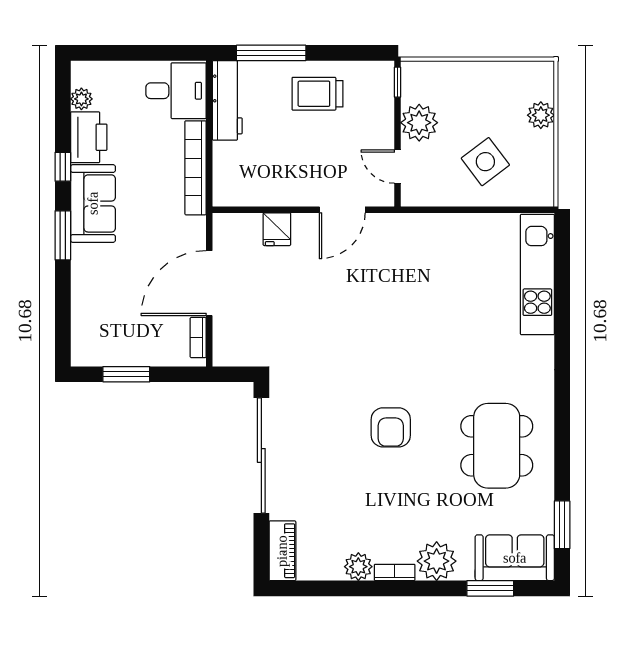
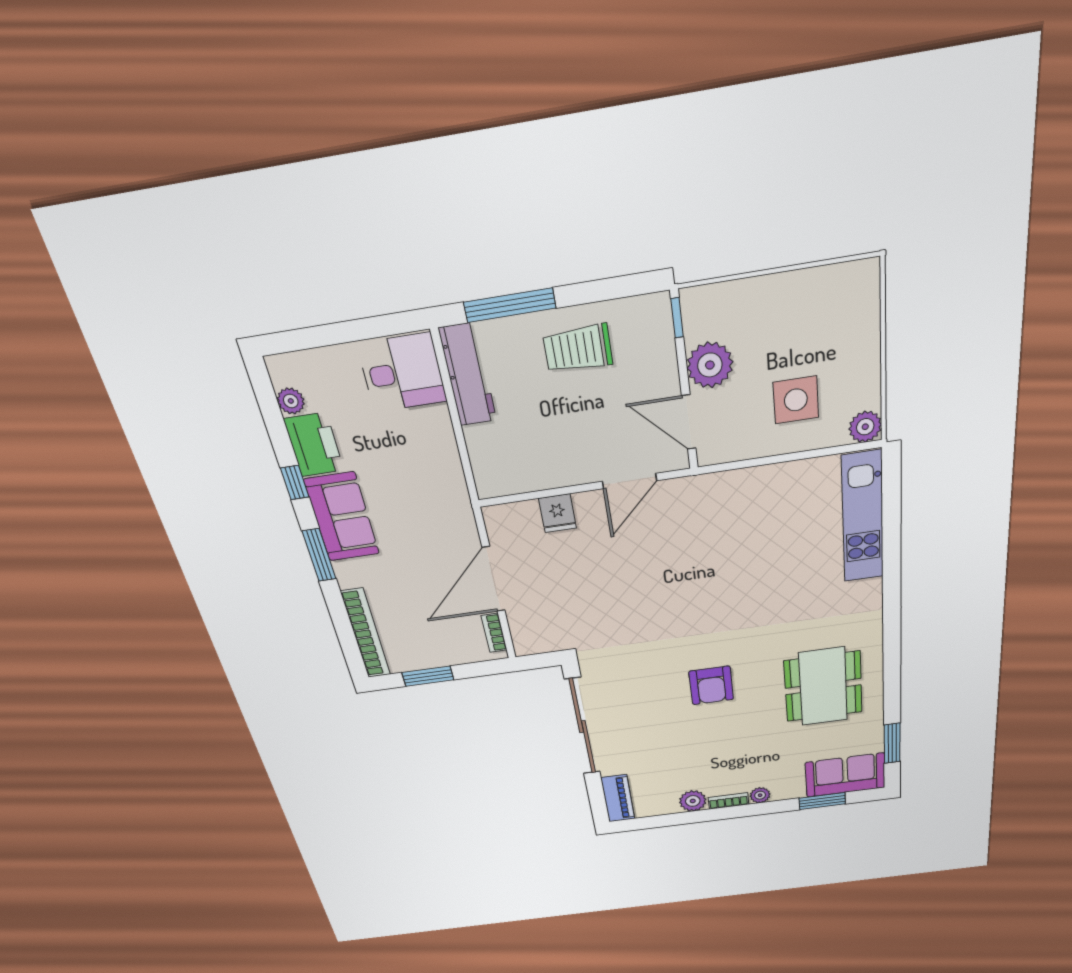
plant: (541, 115) -> (865, 427), moved
side table: (485, 162) -> (796, 400), turned 37
door: (398, 167) -> (689, 422), width x1.38
bookcase: (195, 168) -> (366, 634), moved, turned 180
plant: (437, 561) -> (760, 795), width x0.53, depth x0.53

